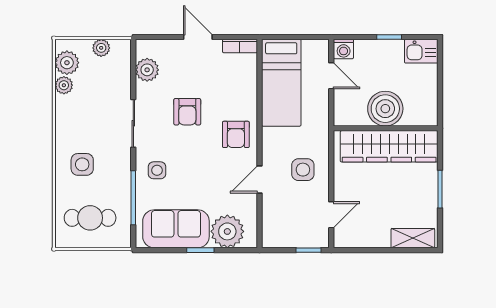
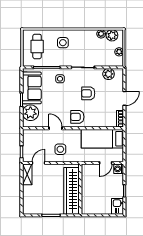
boiler: (385, 109) -> (90, 189), removed
door: (331, 215) -> (39, 163), swing flipped
shelving: (413, 238) -> (27, 174), moved

